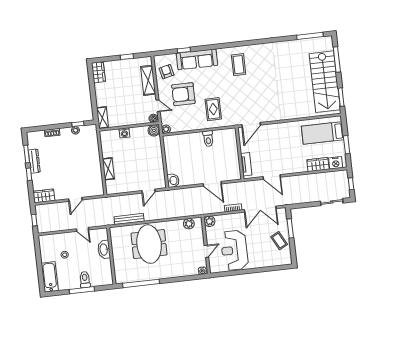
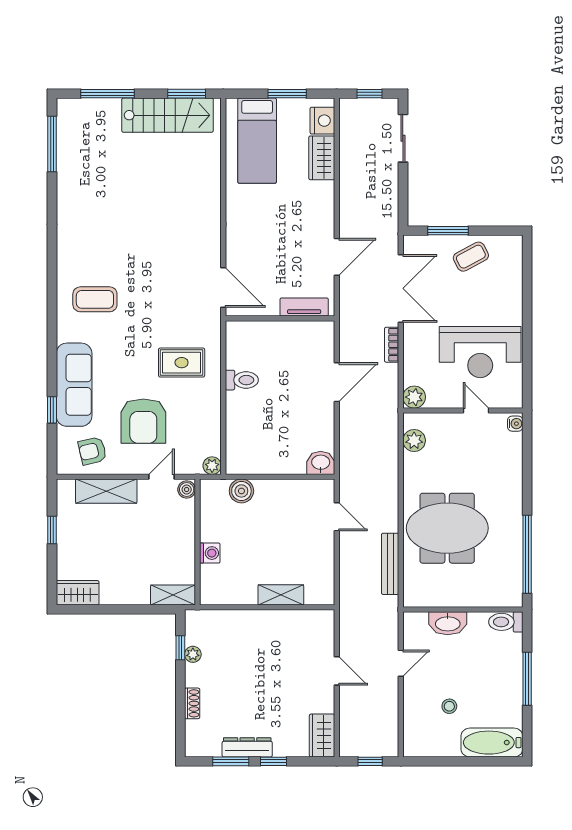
stairs: (325, 82) -> (168, 115), width x0.73, depth x0.66
boiler: (154, 130) -> (241, 491), moved
toilet: (85, 280) -> (506, 622), moved

